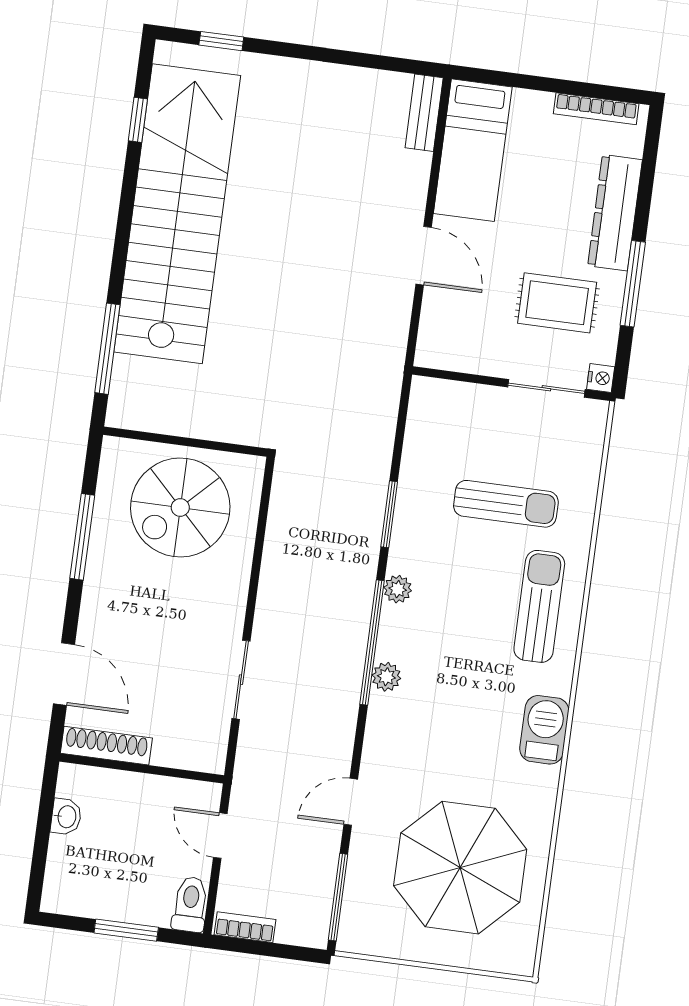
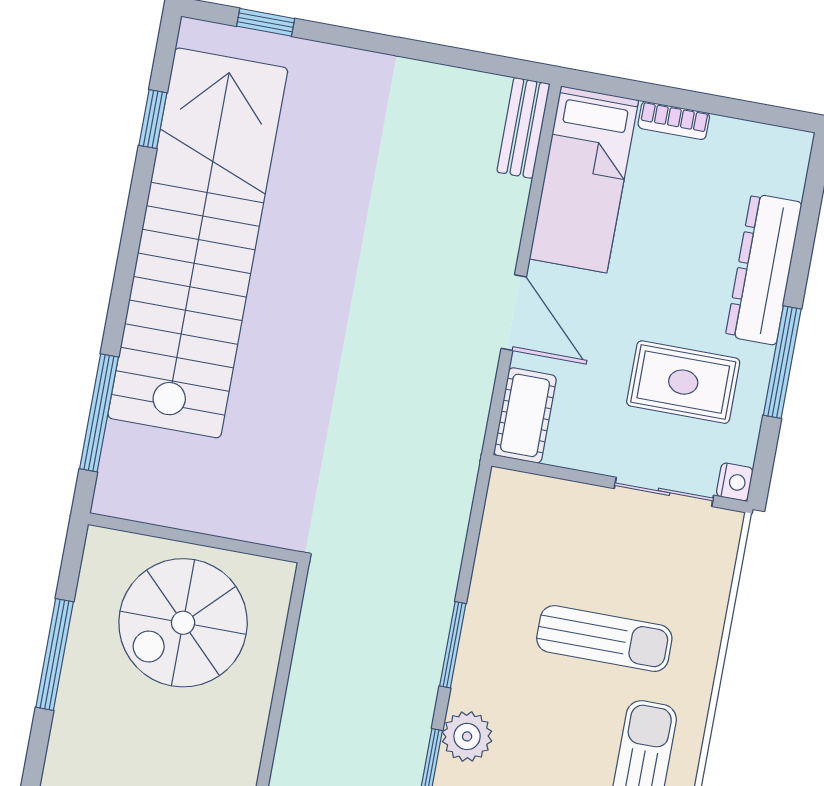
bookcase: (596, 109) -> (674, 120), moved, width x0.64
cot: (436, 335) -> (525, 415), added
plant: (398, 589) -> (467, 736), width x1.38, depth x1.38

